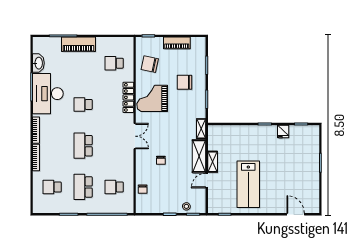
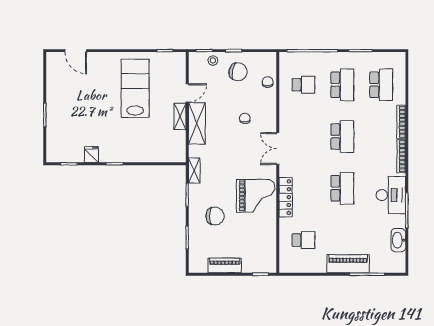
chair: (150, 64) -> (238, 72), moved
desk: (48, 94) -> (391, 195), width x0.73, depth x0.77
school desk: (83, 104) -> (342, 188), width x1.85
shelving: (201, 129) -> (194, 171), moved
school desk: (52, 187) -> (381, 85), width x1.85

